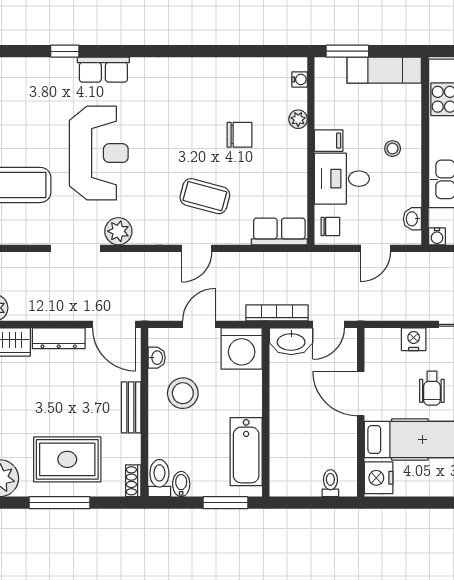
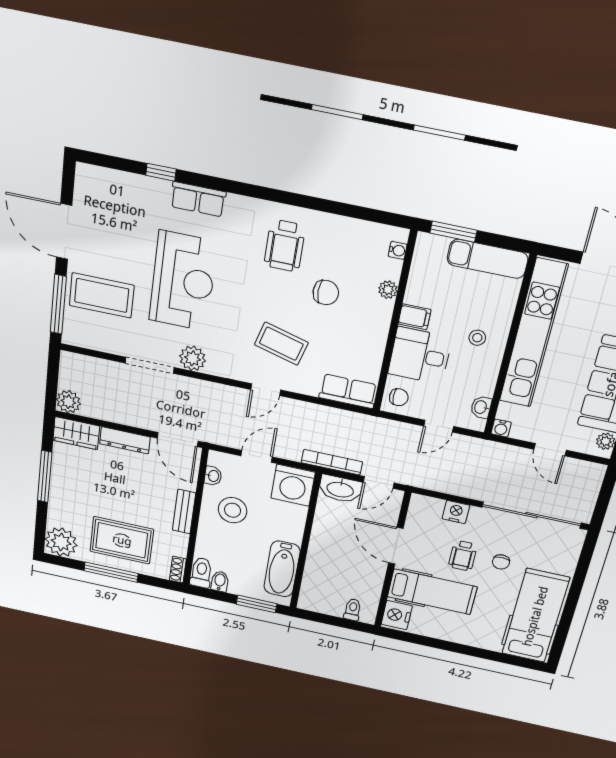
wheelchair: (192, 97) -> (285, 246), added

